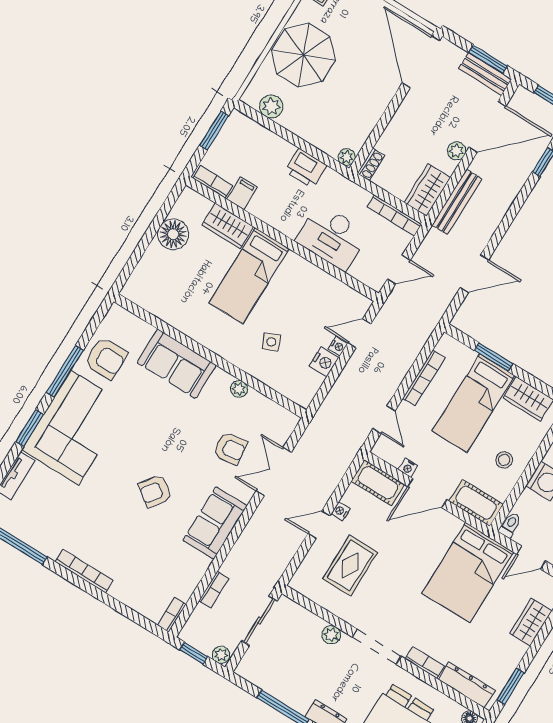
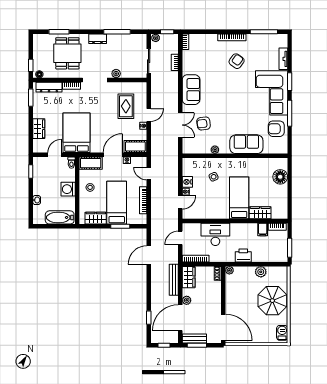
plant: (271, 106) -> (261, 272), moved
floor lamp: (173, 234) -> (280, 177), moved
armchair: (155, 491) -> (237, 61), moved

